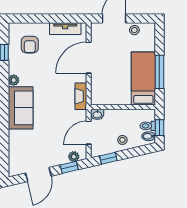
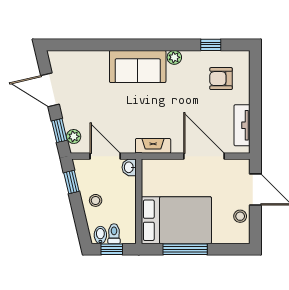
bed: (143, 79) -> (176, 220), width x1.50

